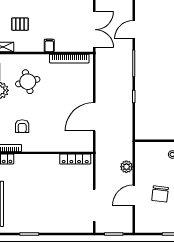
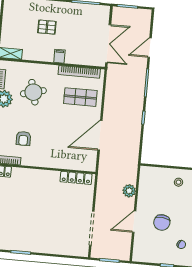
pallet: (20, 24) -> (47, 27), moved
shop shelf: (72, 82) -> (80, 97), added

